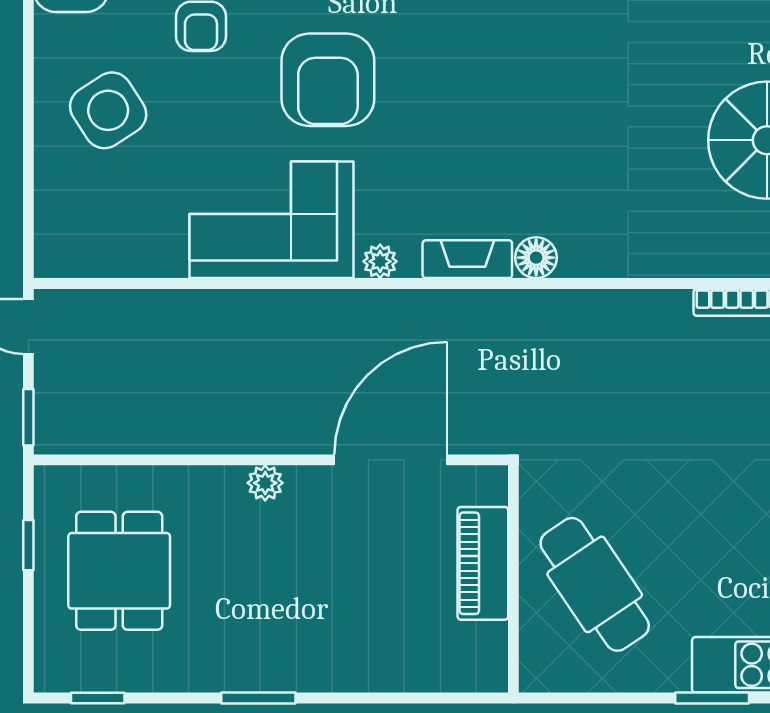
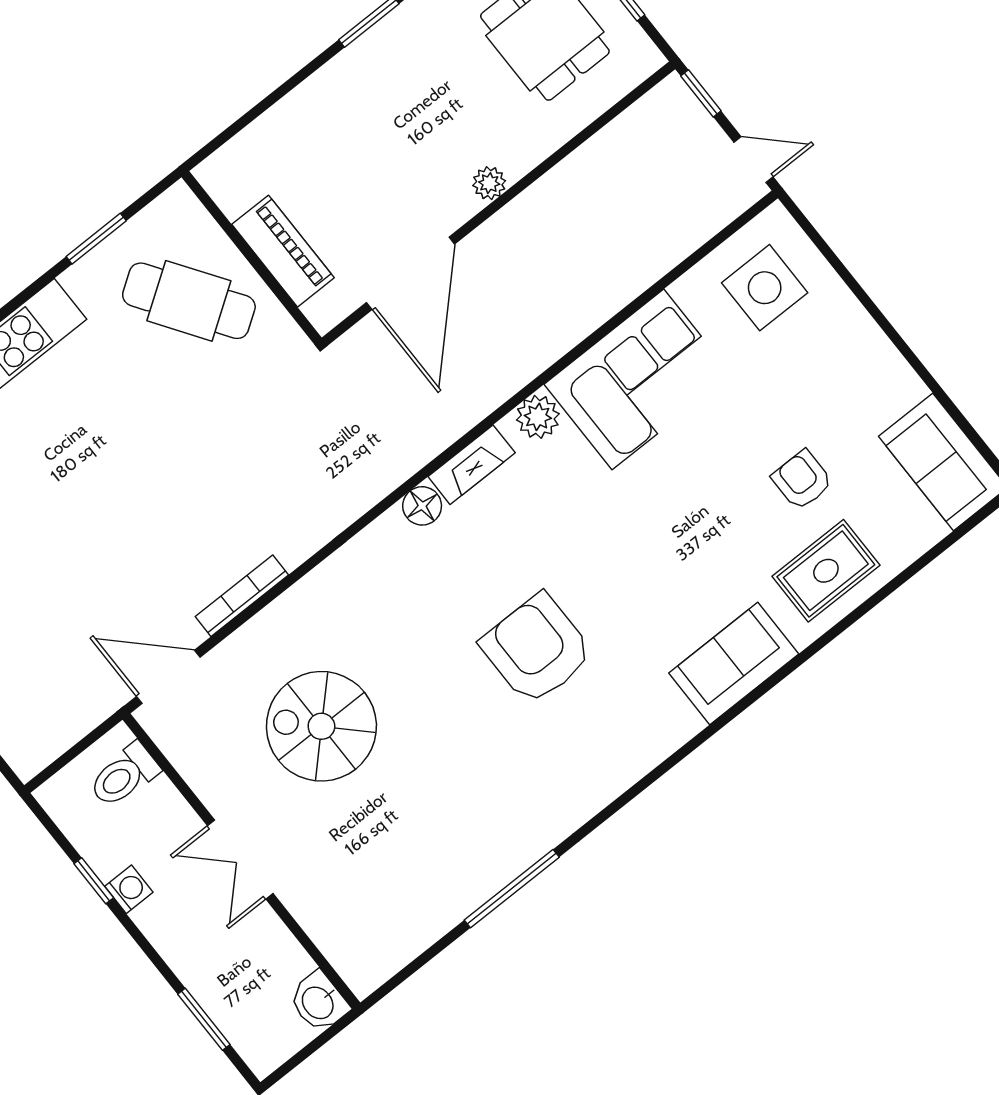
armchair: (328, 80) -> (537, 649), moved
side table: (108, 110) -> (765, 288), moved, turned 33
plant: (380, 261) -> (538, 417), width x1.38, depth x1.38
window: (712, 698) -> (96, 239), moved

